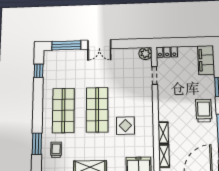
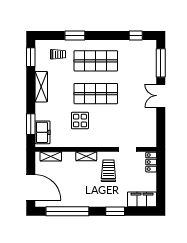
plant: (145, 54) -> (150, 141), removed
trolley: (204, 111) -> (108, 171), moved, turned -90
shelving: (163, 133) -> (86, 156), moved
window: (37, 144) -> (75, 36), moved

